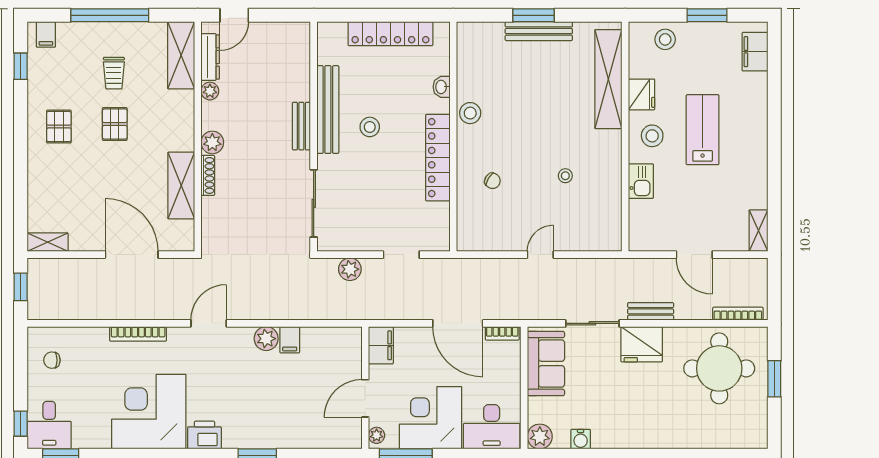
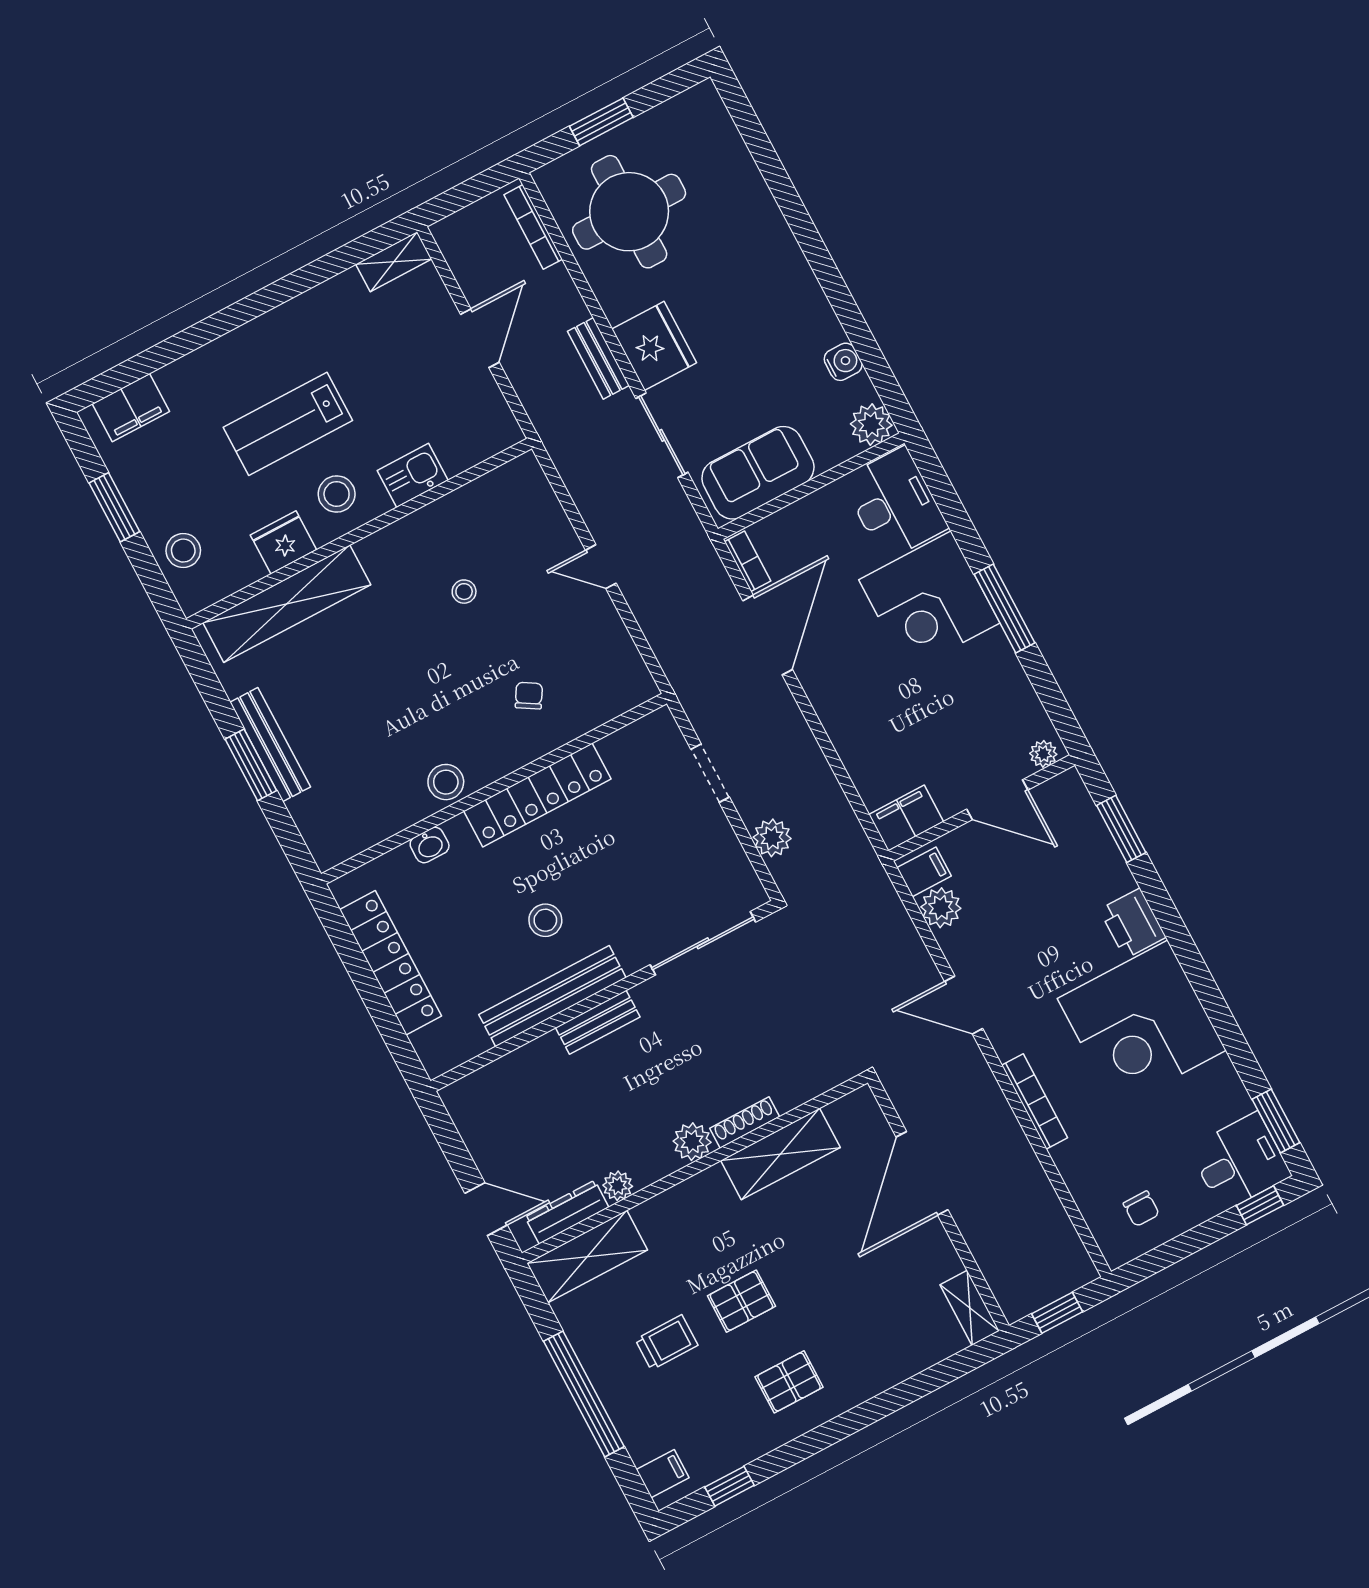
filing cabinet: (381, 345) -> (906, 818), moved
wall: (365, 388) -> (982, 808), moved
door: (365, 398) -> (997, 800), moved
plant: (377, 435) -> (1043, 754), moved

